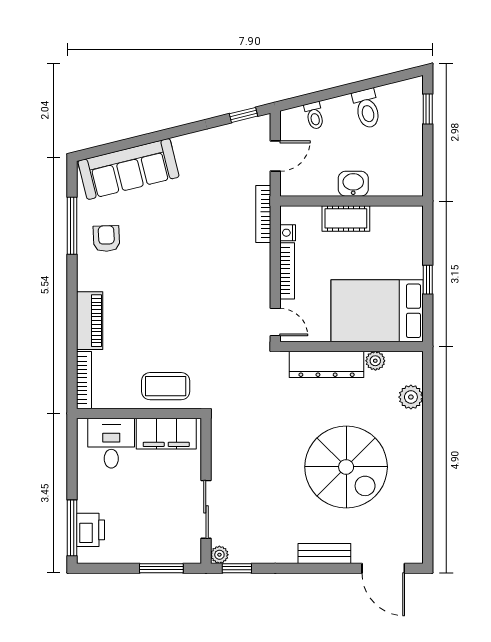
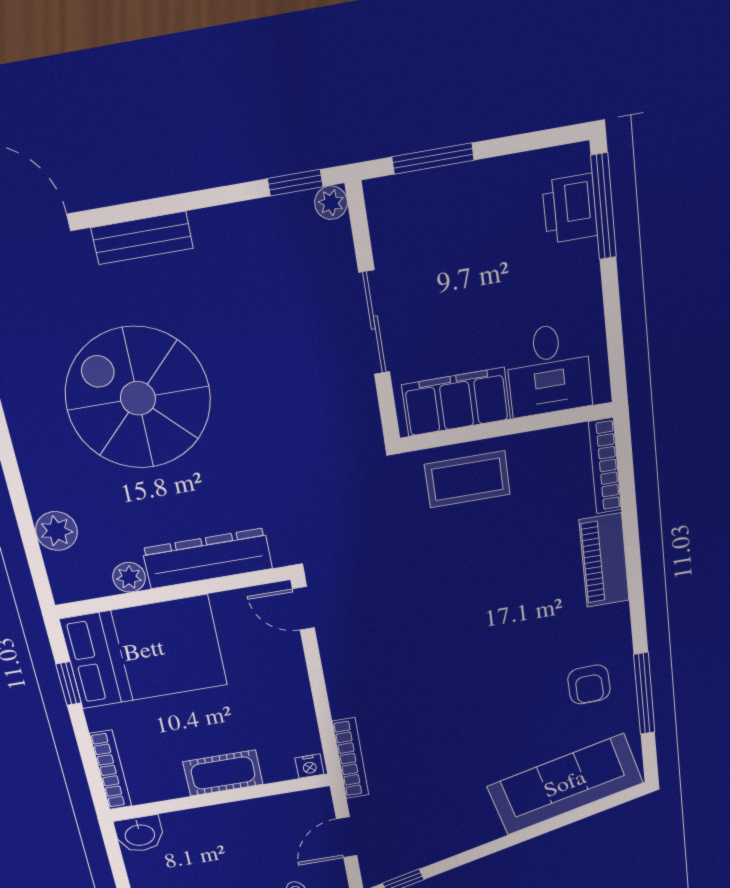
washbasin: (353, 184) -> (140, 834), moved
nightstand: (288, 233) -> (309, 766), moved, turned 90
bookcase: (287, 271) -> (111, 770), moved, turned 180
window: (428, 280) -> (69, 683), moved
sliding door: (206, 509) -> (374, 323), moved

